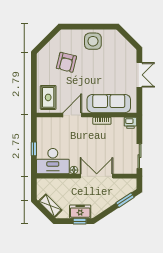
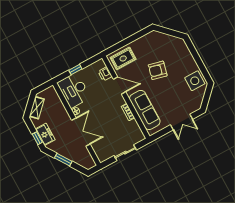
side table: (93, 41) -> (195, 81), moved
armchair: (66, 62) -> (158, 70), moved
printer: (130, 123) -> (105, 74), moved
sliding door: (139, 156) -> (125, 153), moved
window: (125, 200) -> (63, 160), moved

